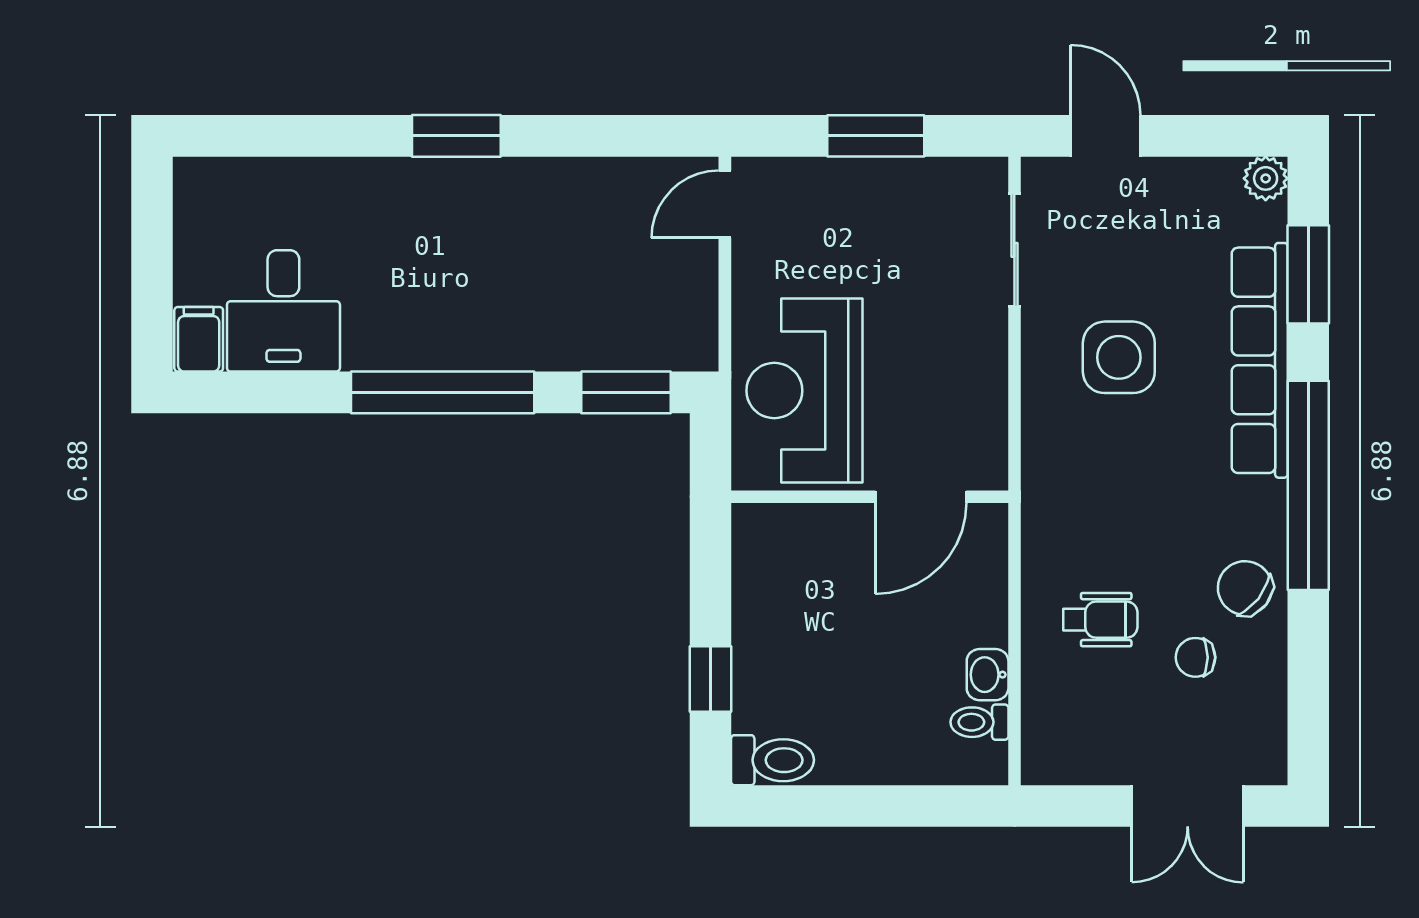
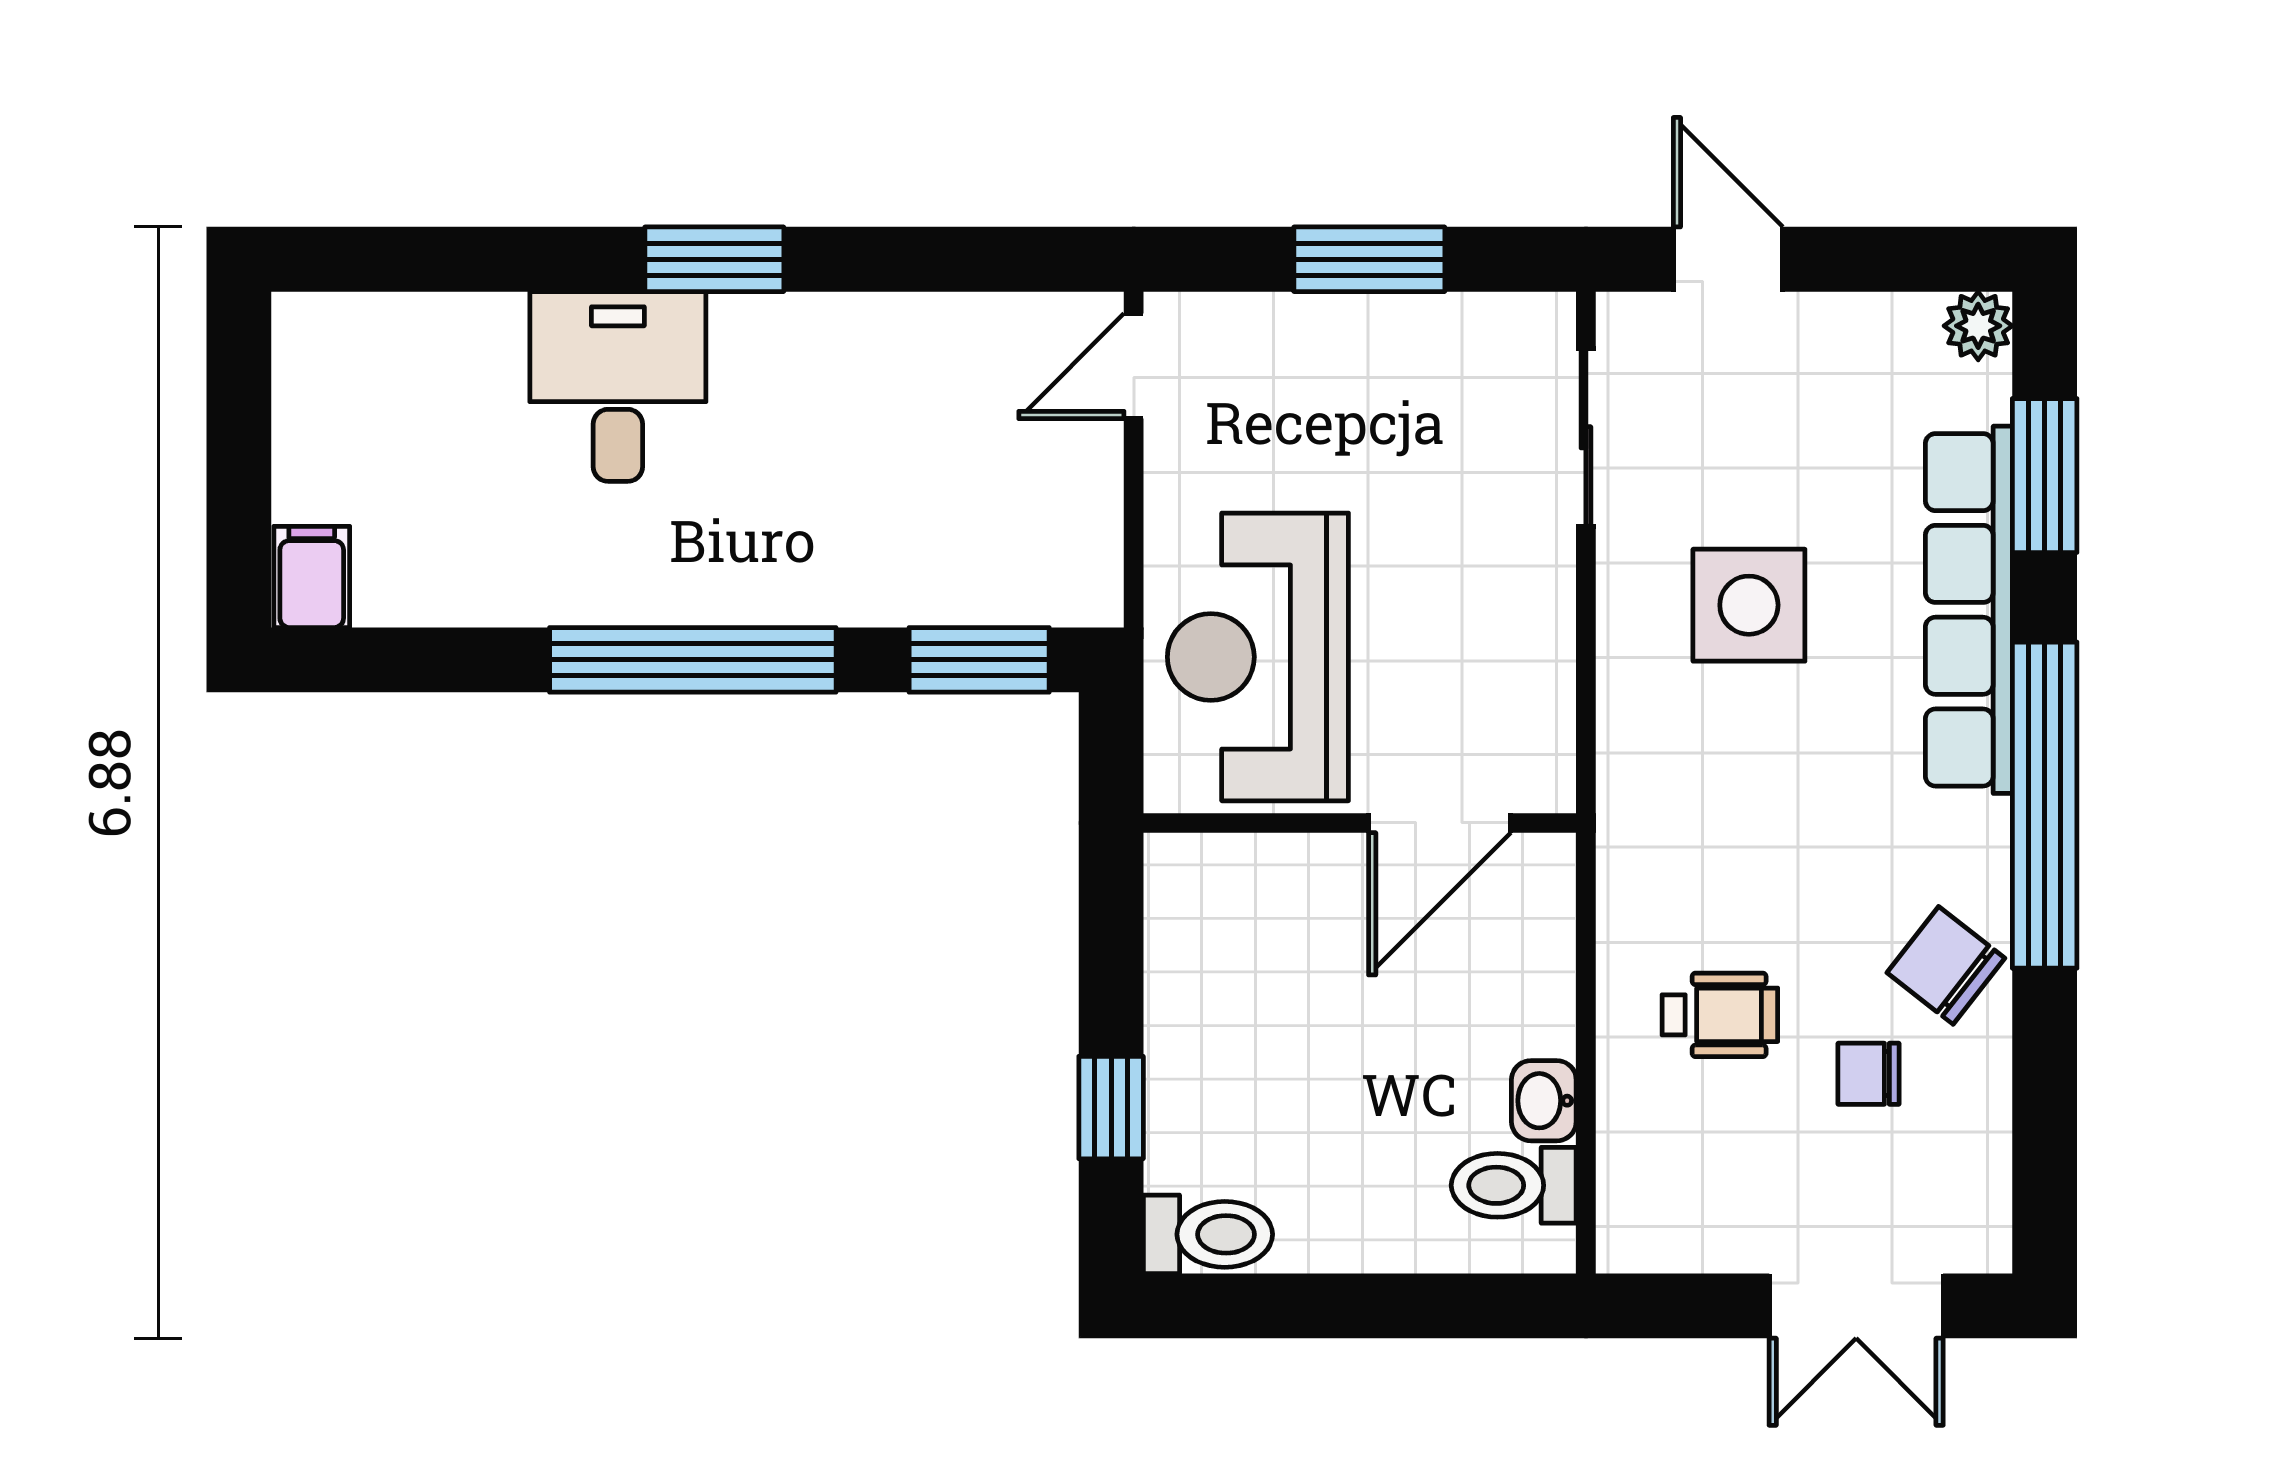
desk: (283, 311) -> (618, 387), moved, turned 180
toilet: (979, 722) -> (1514, 1185), width x1.37, depth x1.39

